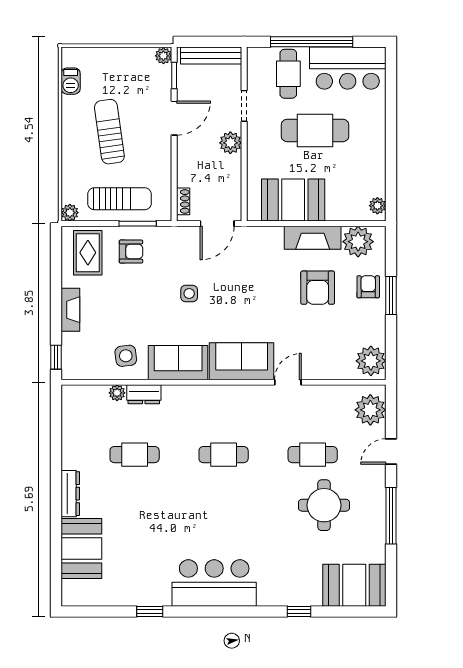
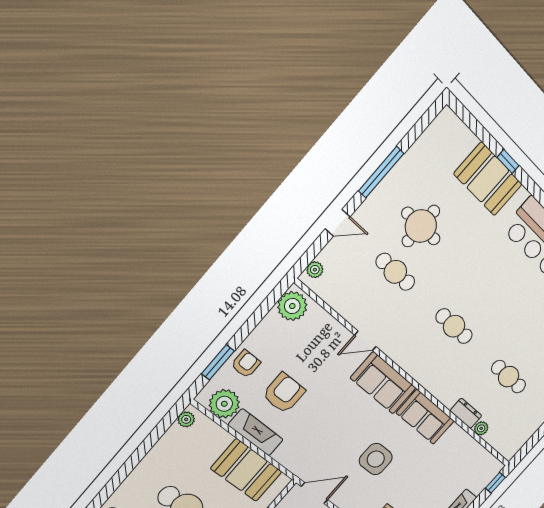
armchair: (368, 287) -> (246, 364), turned 180
side table: (189, 293) -> (376, 459), width x1.87, depth x1.87
window: (391, 296) -> (218, 362), moved
side table: (126, 356) -> (453, 449), removed
plant: (370, 410) -> (315, 270), width x0.53, depth x0.53
booth: (354, 585) -> (488, 179), moved

